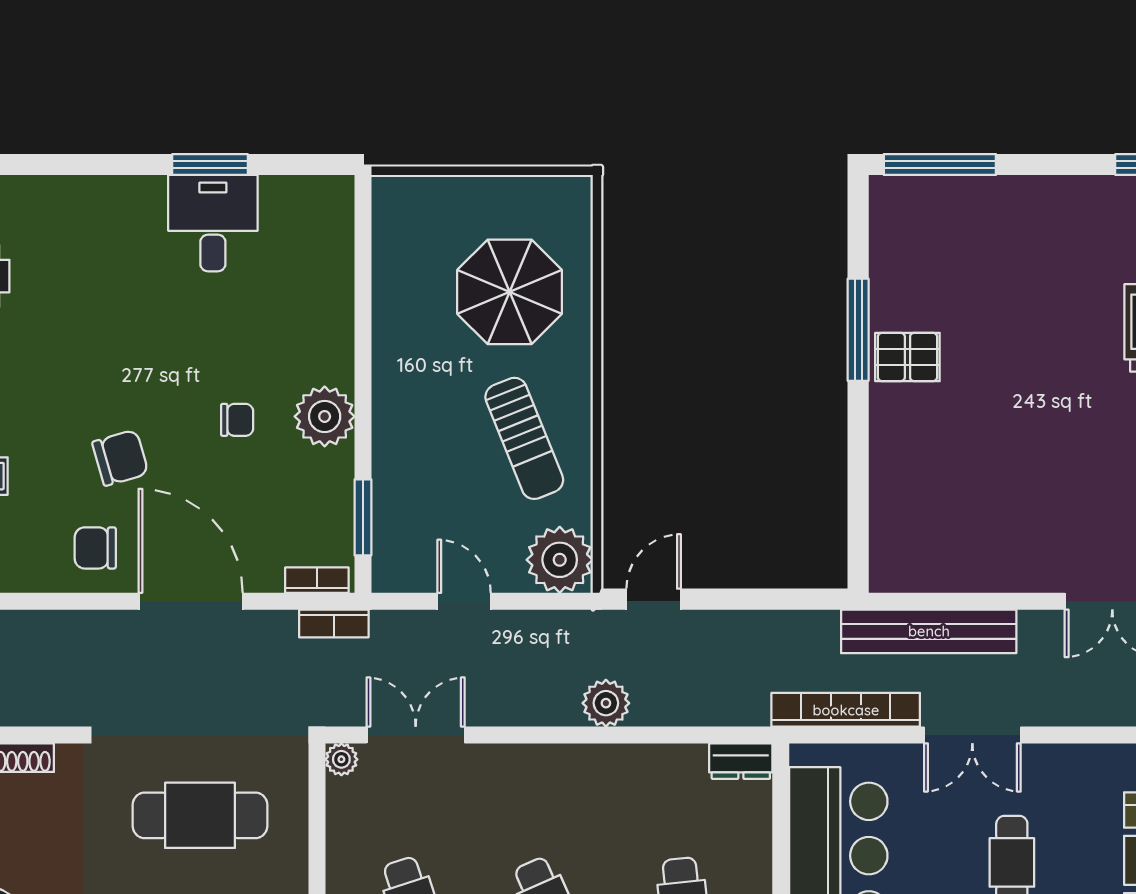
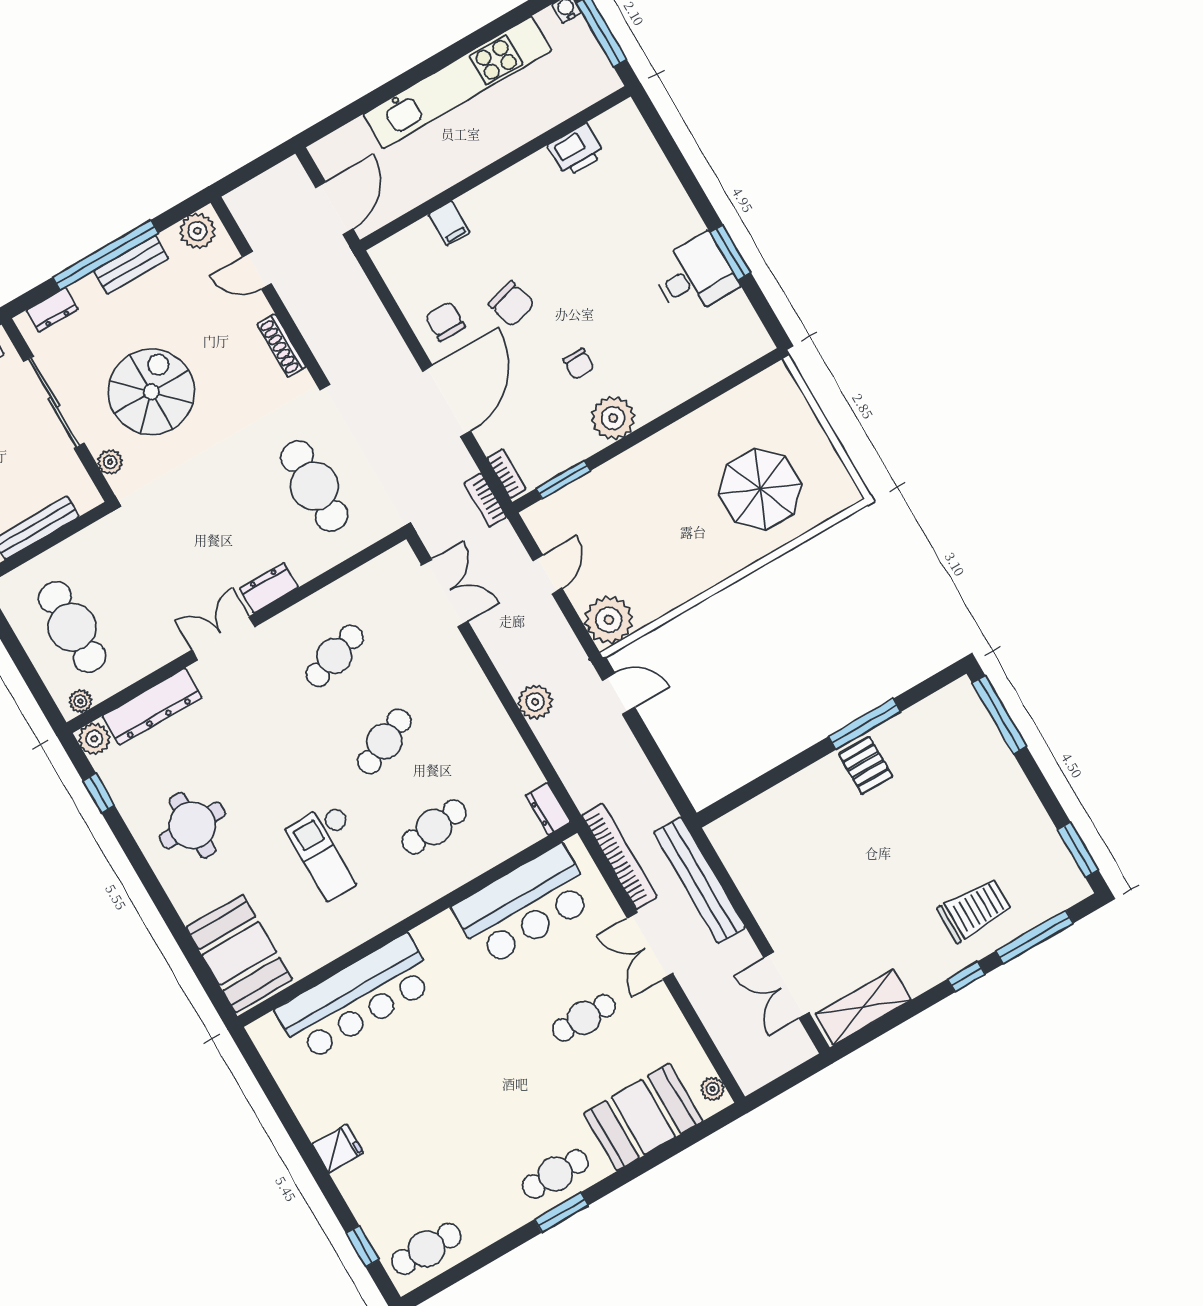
sun lounger: (524, 438) -> (673, 553), removed
plant: (341, 759) -> (402, 555), removed

